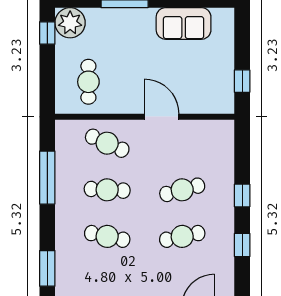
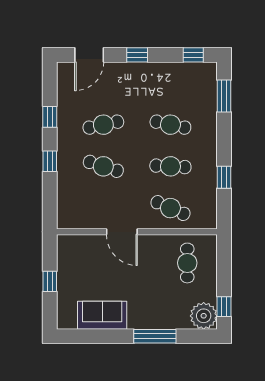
window: (242, 81) -> (50, 281), moved
window: (47, 178) -> (224, 177), width x0.46
cafe table: (182, 190) -> (103, 166), turned 33

